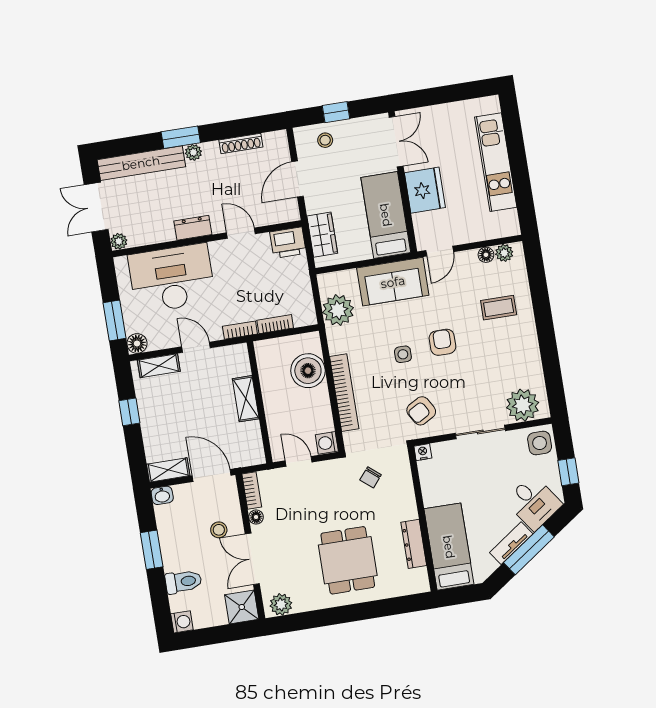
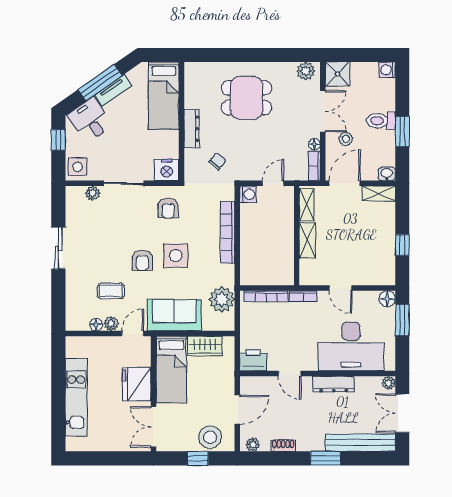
stool: (325, 140) -> (210, 437), width x1.89, depth x1.89
shoe rack: (241, 143) -> (283, 445), width x0.70
plant: (193, 152) -> (253, 445), moved
double door: (96, 207) -> (402, 413), swing flipped
dresser: (193, 228) -> (334, 384), width x1.44
wardrobe: (322, 235) -> (205, 346), moved, turned -90
plant: (504, 253) -> (111, 324), moved
coffee table: (499, 308) -> (111, 291), moved
bookcase: (275, 324) -> (266, 296), width x1.56
sliding door: (547, 340) -> (58, 248), added
side table: (403, 354) -> (176, 256), width x1.87, depth x1.87
shelving: (159, 366) -> (307, 205), moved, turned 90
boiler: (308, 371) -> (254, 255), removed
plant: (523, 405) -> (93, 193), width x0.53, depth x0.53
armchair: (421, 411) -> (168, 208), turned 120
nightstand: (423, 452) -> (167, 170), width x1.89, depth x1.79
door: (299, 461) -> (273, 183), swing flipped
door: (212, 475) -> (345, 183), swing flipped
dresser: (414, 544) -> (191, 129), moved
dining table: (348, 560) -> (247, 98), turned 90
toilet: (183, 582) -> (381, 121), moved

